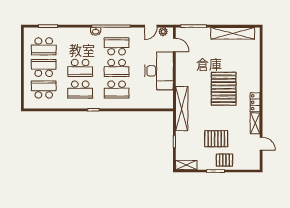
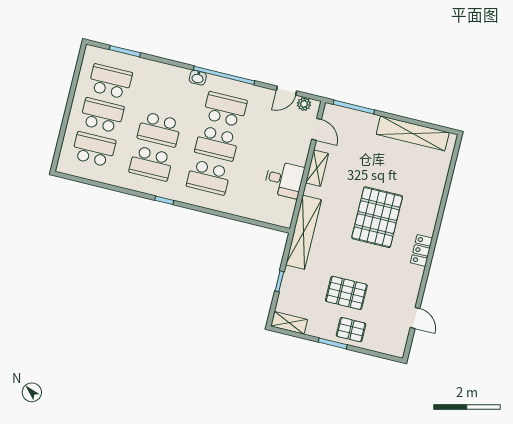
school desk: (44, 46) -> (110, 81), turned 180
desk: (159, 71) -> (284, 179), width x0.53, depth x0.77
shelving: (255, 123) -> (317, 168), moved

